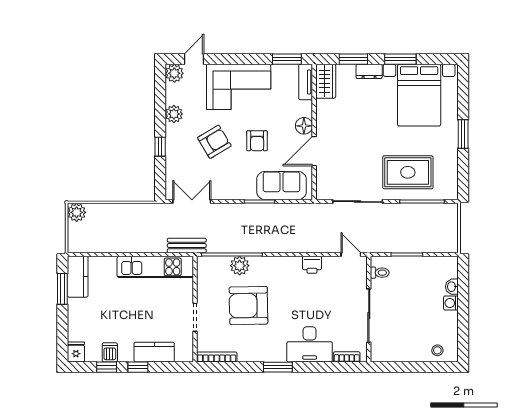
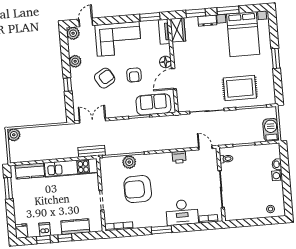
barbecue: (448, 237) -> (271, 130), added
kitchen counter: (78, 277) -> (30, 171), moved, turned 90

